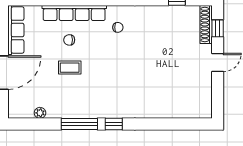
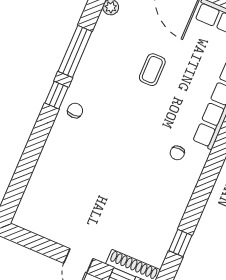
chair: (69, 40) -> (75, 111), moved

